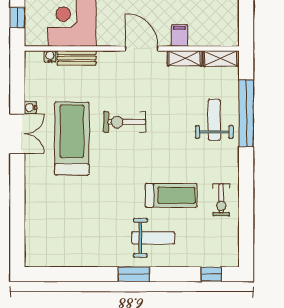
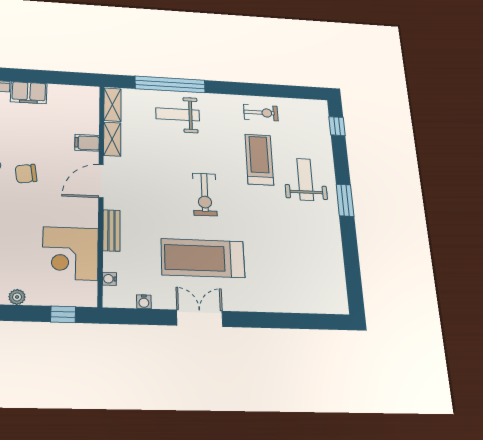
bench: (77, 58) -> (111, 230), moved
water cooler: (30, 108) -> (144, 302), moved
exercise bike: (125, 122) -> (205, 194), moved

